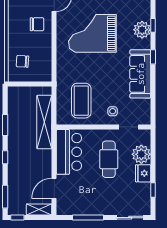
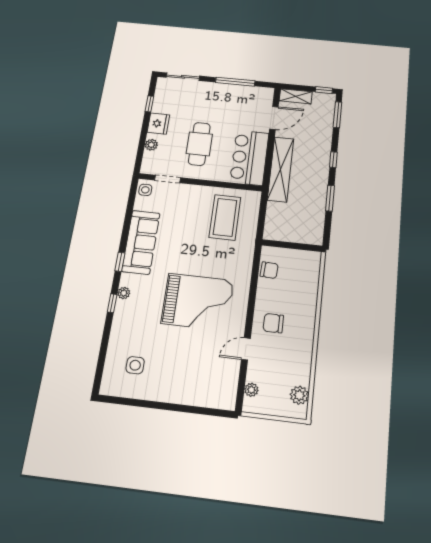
plant: (142, 30) -> (124, 293), width x0.53, depth x0.53
chair: (22, 61) -> (269, 270), moved
side table: (113, 111) -> (145, 190), moved
shelving: (44, 122) -> (281, 169), moved
plant: (141, 154) -> (151, 145), width x0.53, depth x0.53

